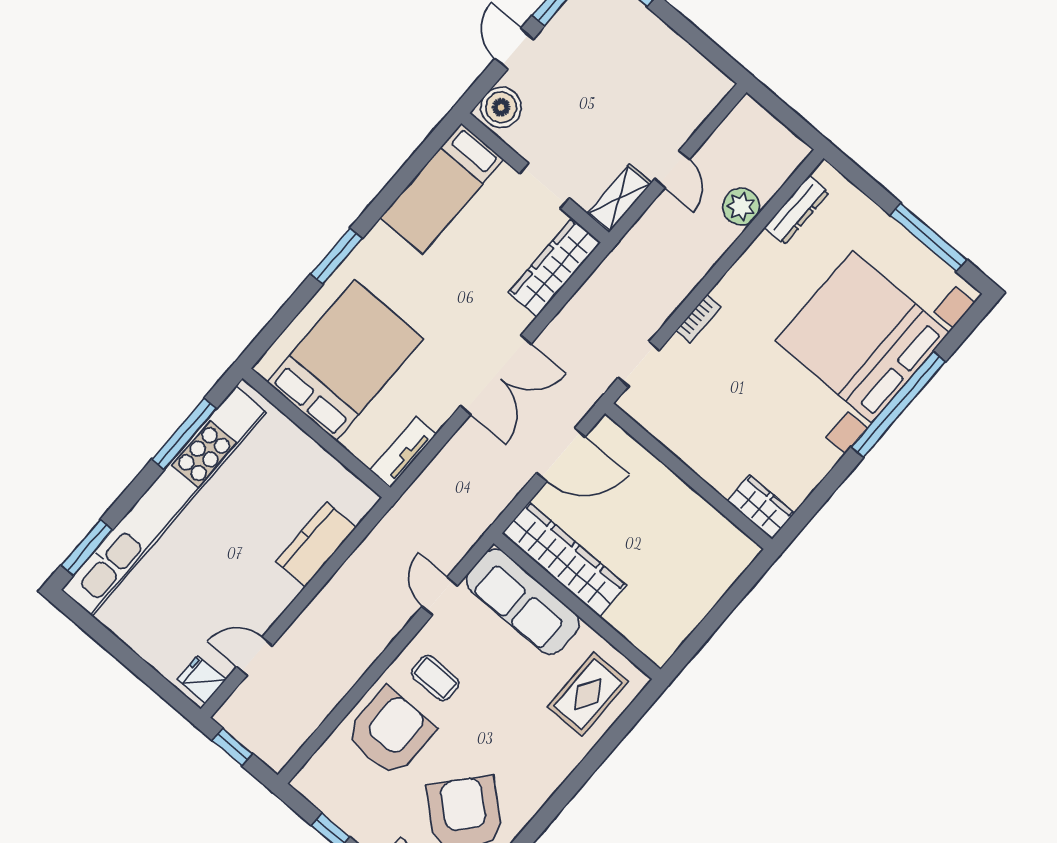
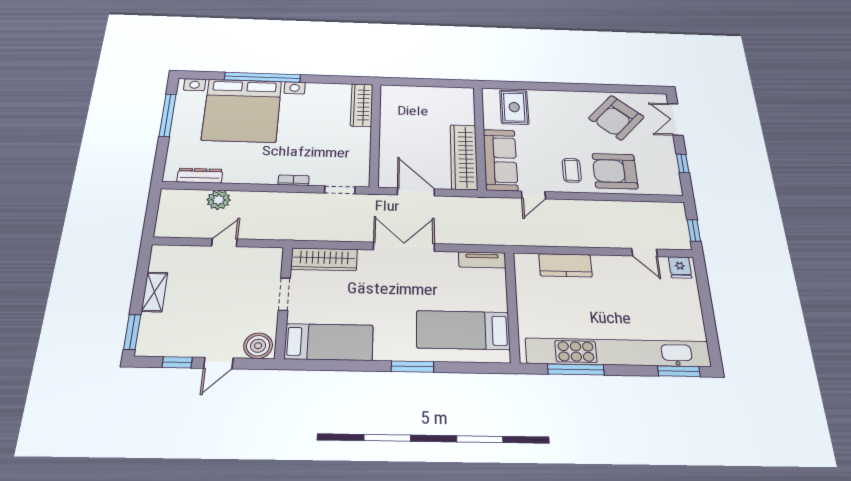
shelving: (619, 198) -> (155, 292), moved, turned 90
bed: (345, 360) -> (463, 330), width x0.67
wardrobe: (761, 507) -> (362, 105), width x1.50
rug: (588, 694) -> (514, 107), turned 90

